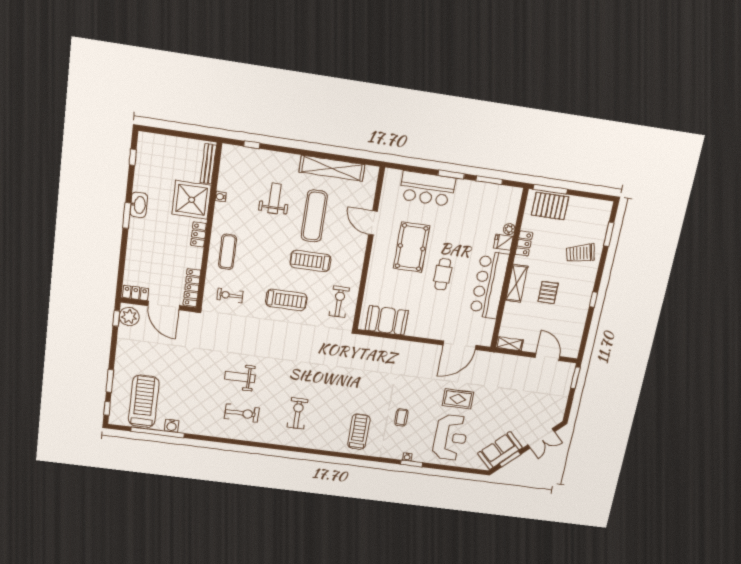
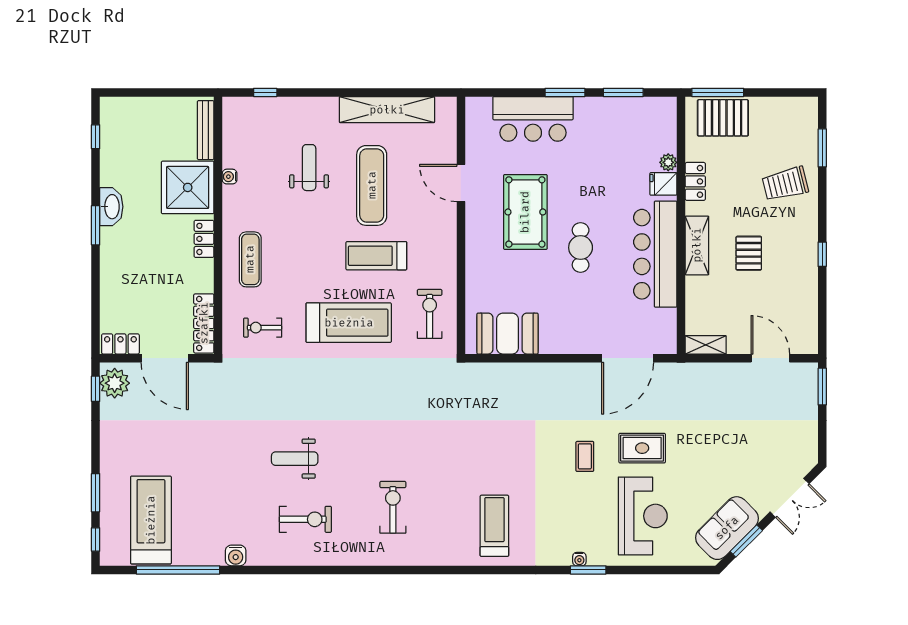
treadmill: (286, 300) -> (349, 323), width x1.37, depth x1.38
coffee table: (401, 417) -> (585, 456), moved
water cooler: (172, 426) -> (236, 555), moved

